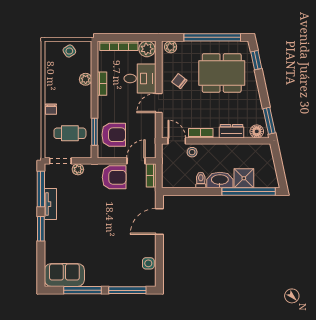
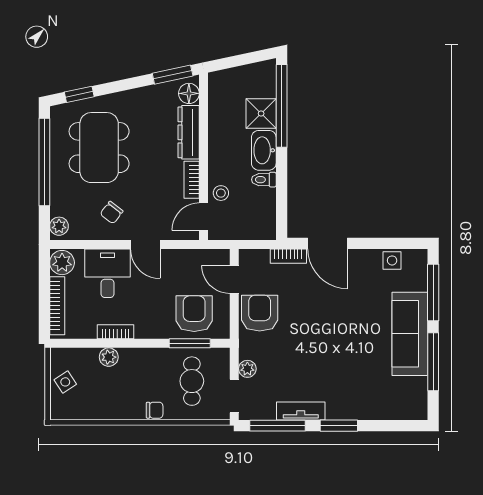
dresser: (232, 131) -> (189, 132), width x1.44
bookcase: (151, 175) -> (288, 256), moved
sofa: (64, 275) -> (410, 334), moved, width x1.36

